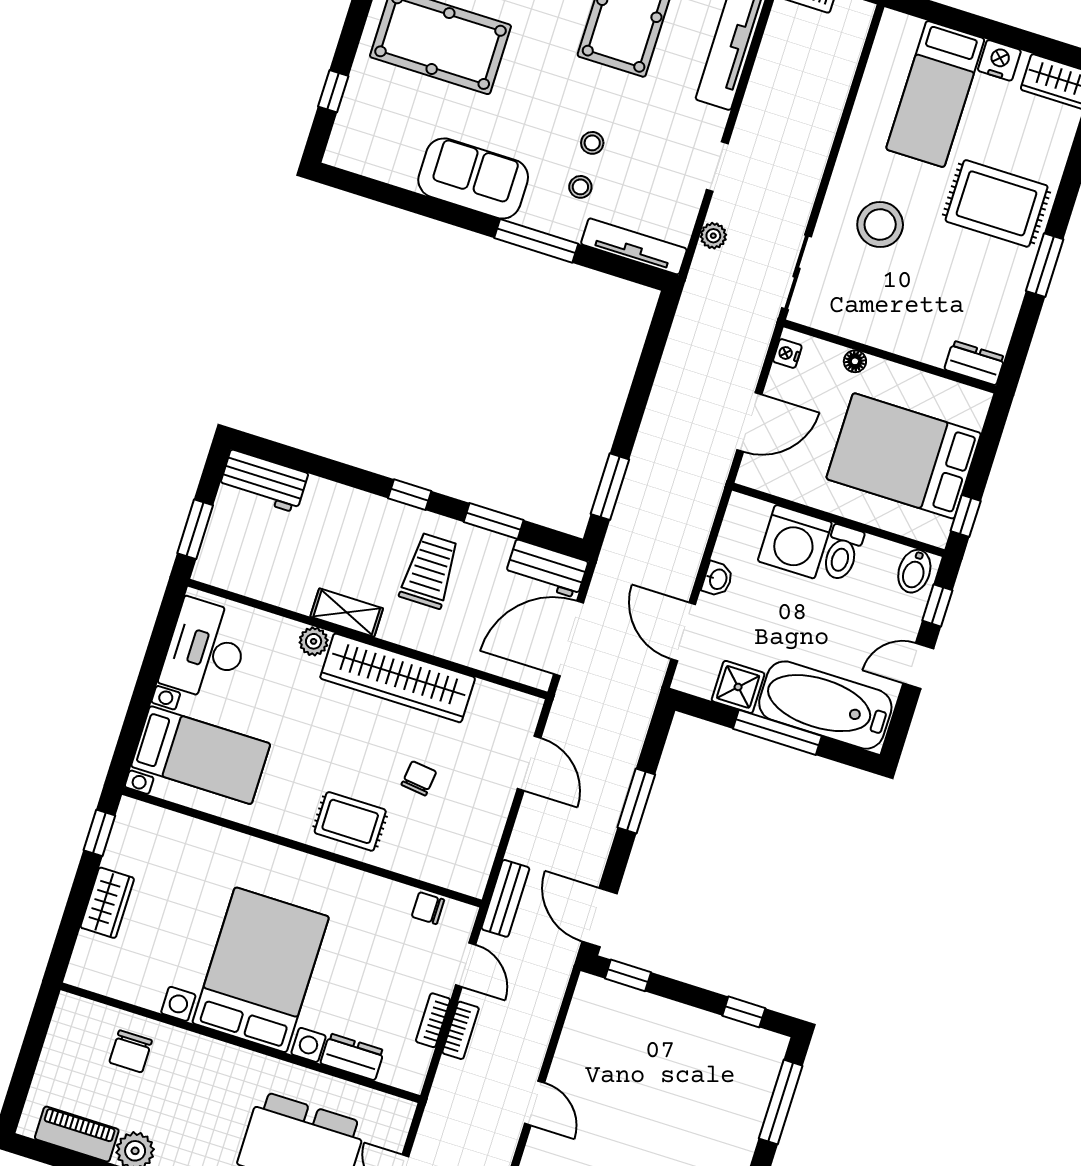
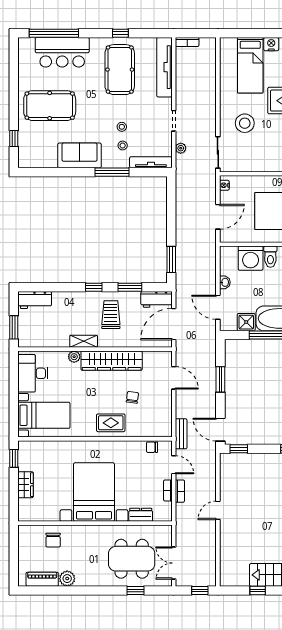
floor lamp: (855, 361) -> (252, 180), removed
door: (535, 1103) -> (218, 510), swing flipped

